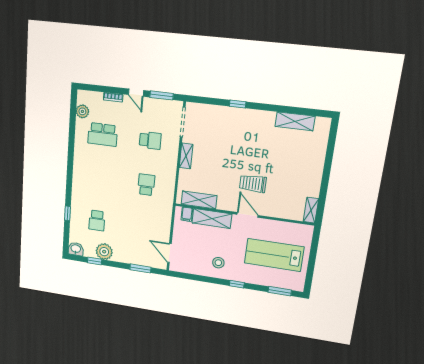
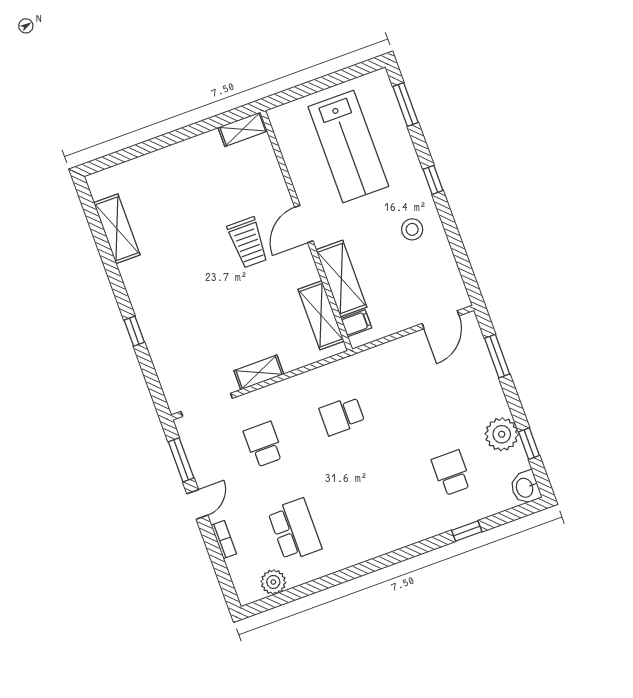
school desk: (97, 220) -> (451, 473), turned -90

